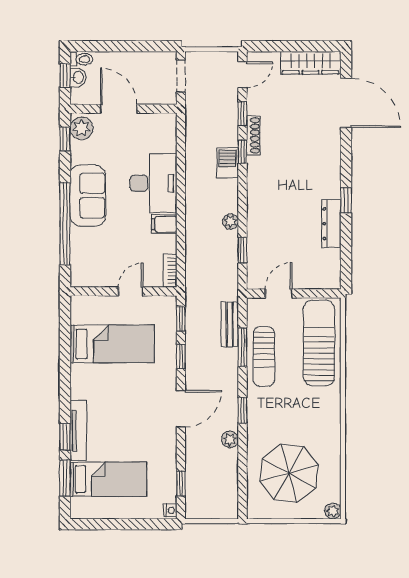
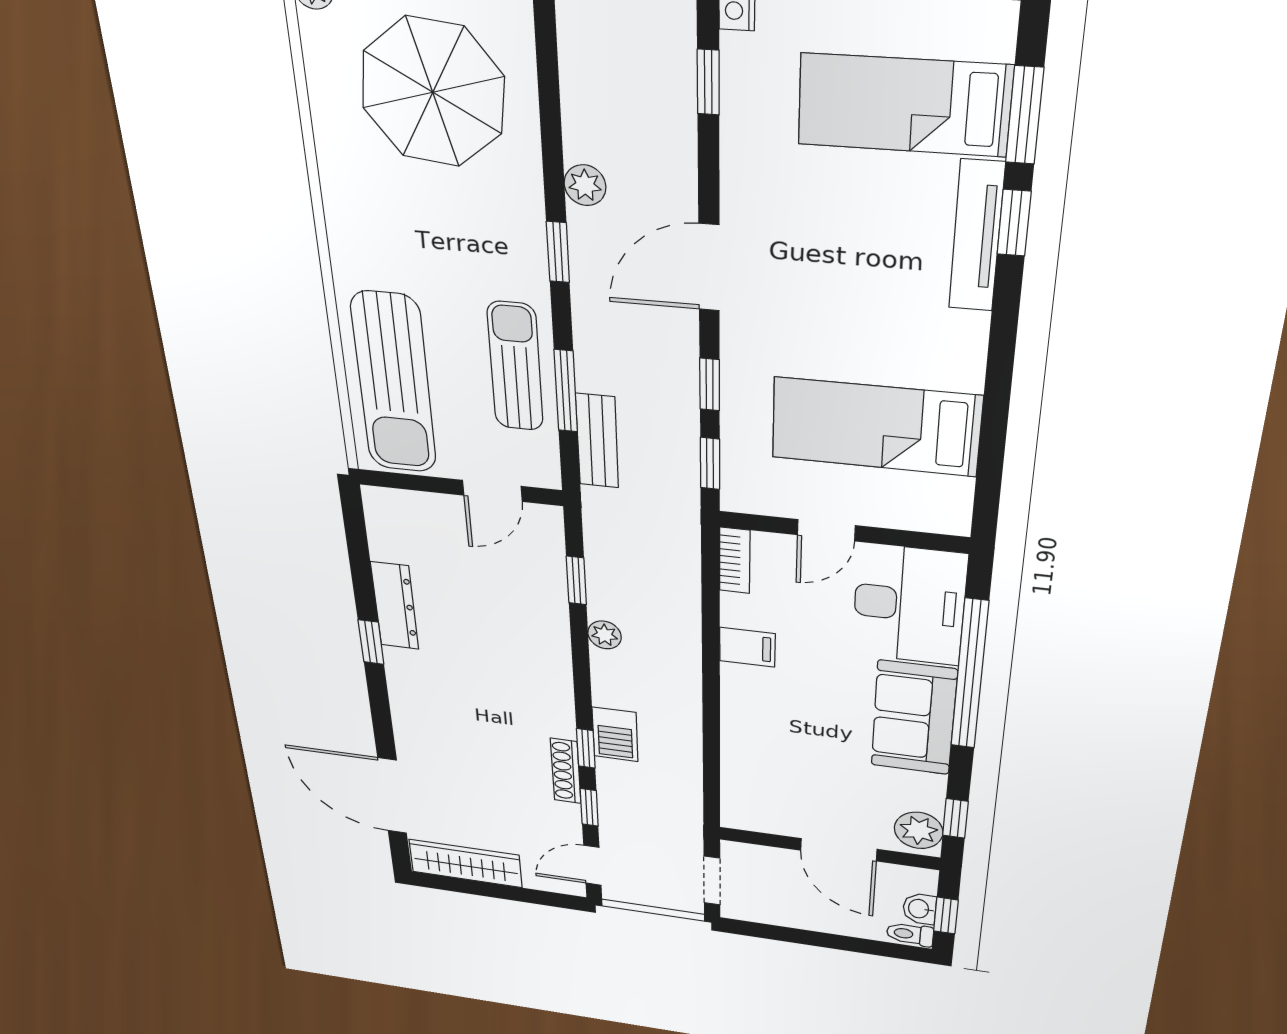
desk: (153, 183) -> (909, 605), moved, turned 180

